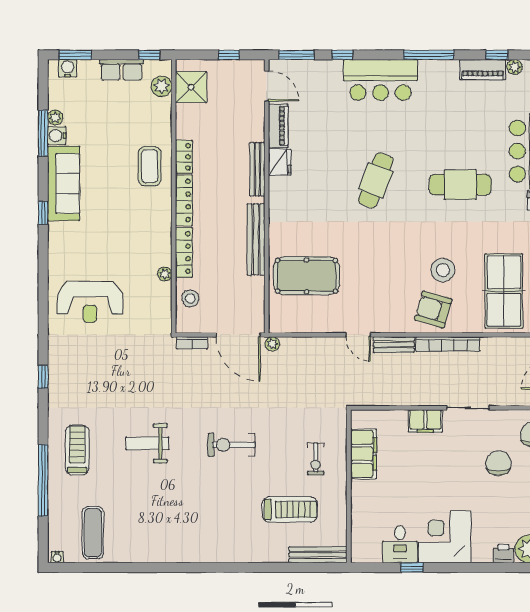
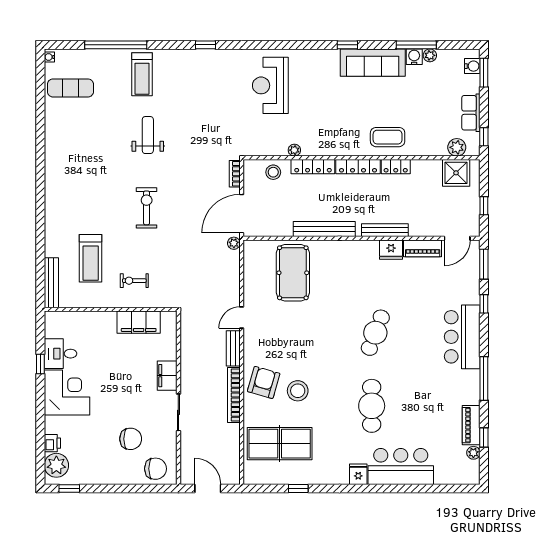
cafe table: (376, 180) -> (375, 333), turned 90
treadmill: (77, 450) -> (142, 74), turned 90

